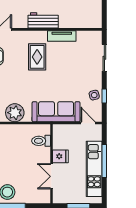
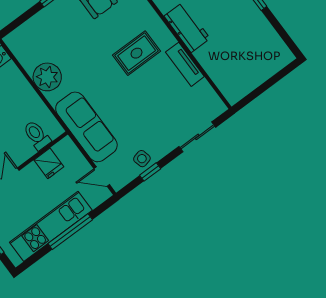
door: (88, 123) -> (102, 177), swing flipped
fridge: (60, 156) -> (49, 163), moved

